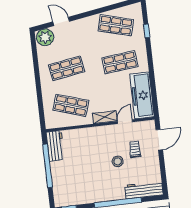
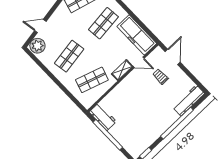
door: (125, 122) -> (139, 62), swing flipped
stool: (118, 161) -> (155, 94), removed

